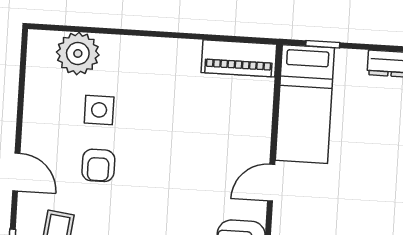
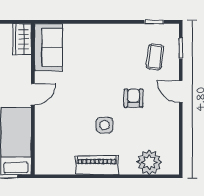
piano: (239, 58) -> (97, 165), moved
side table: (99, 110) -> (105, 125), moved

